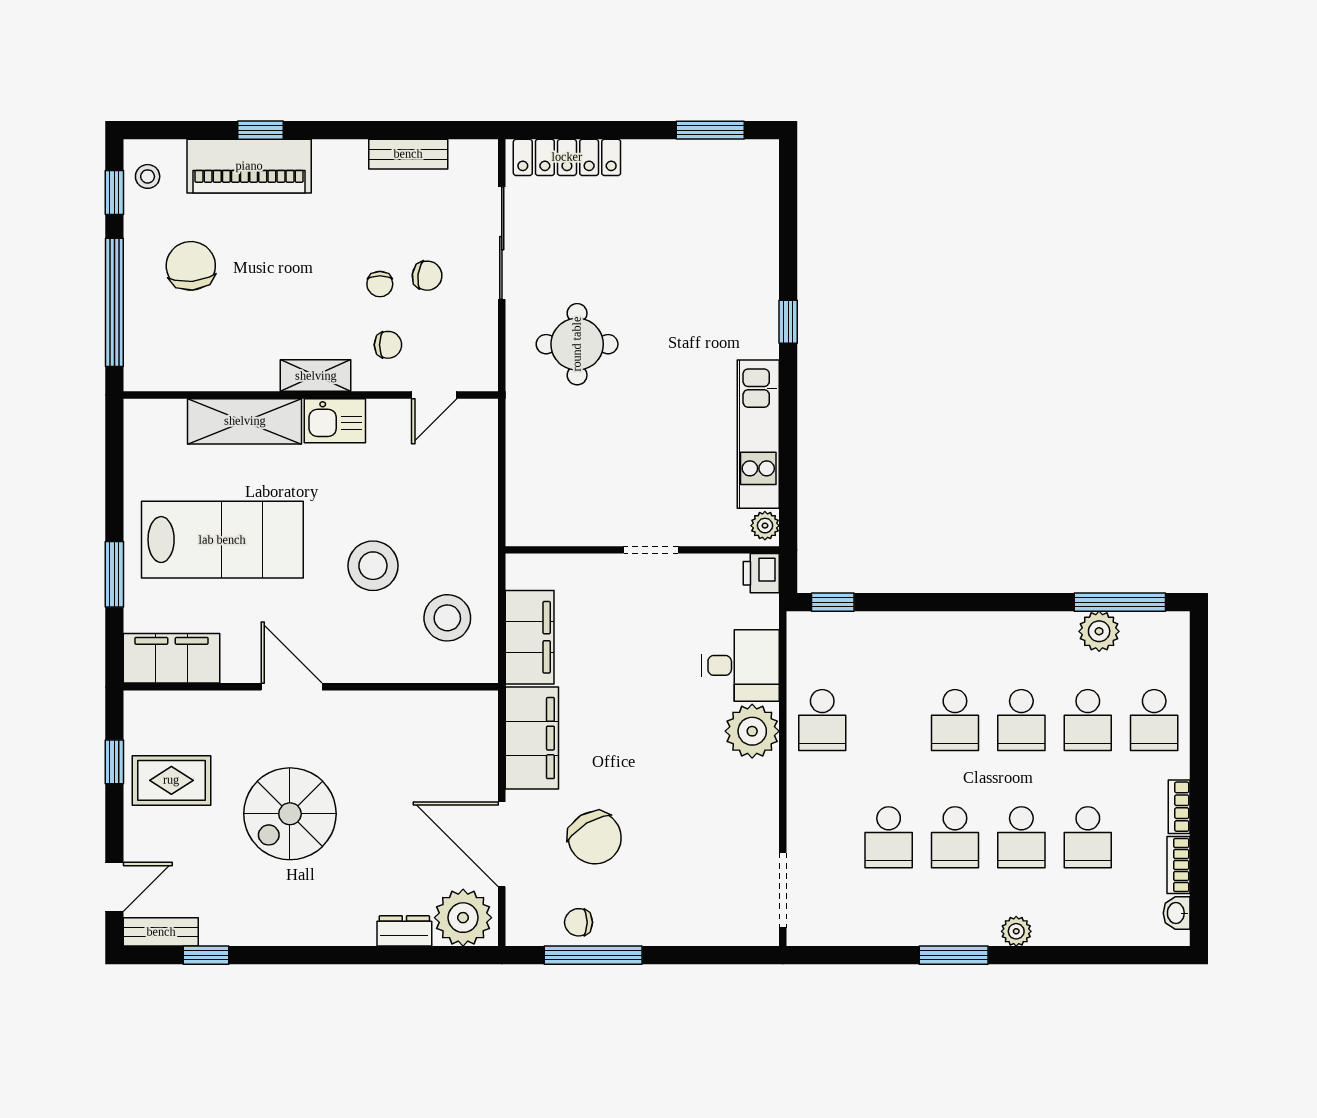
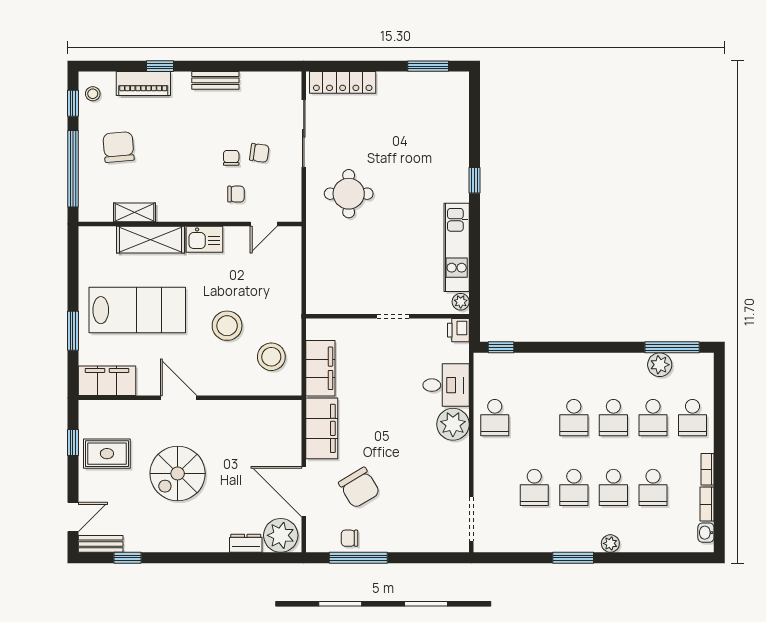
bench: (408, 154) -> (215, 80), moved
piano: (249, 166) -> (143, 84), width x0.73, depth x0.75
chair: (380, 284) -> (231, 158), turned 180
shelving: (316, 376) -> (134, 212), moved

